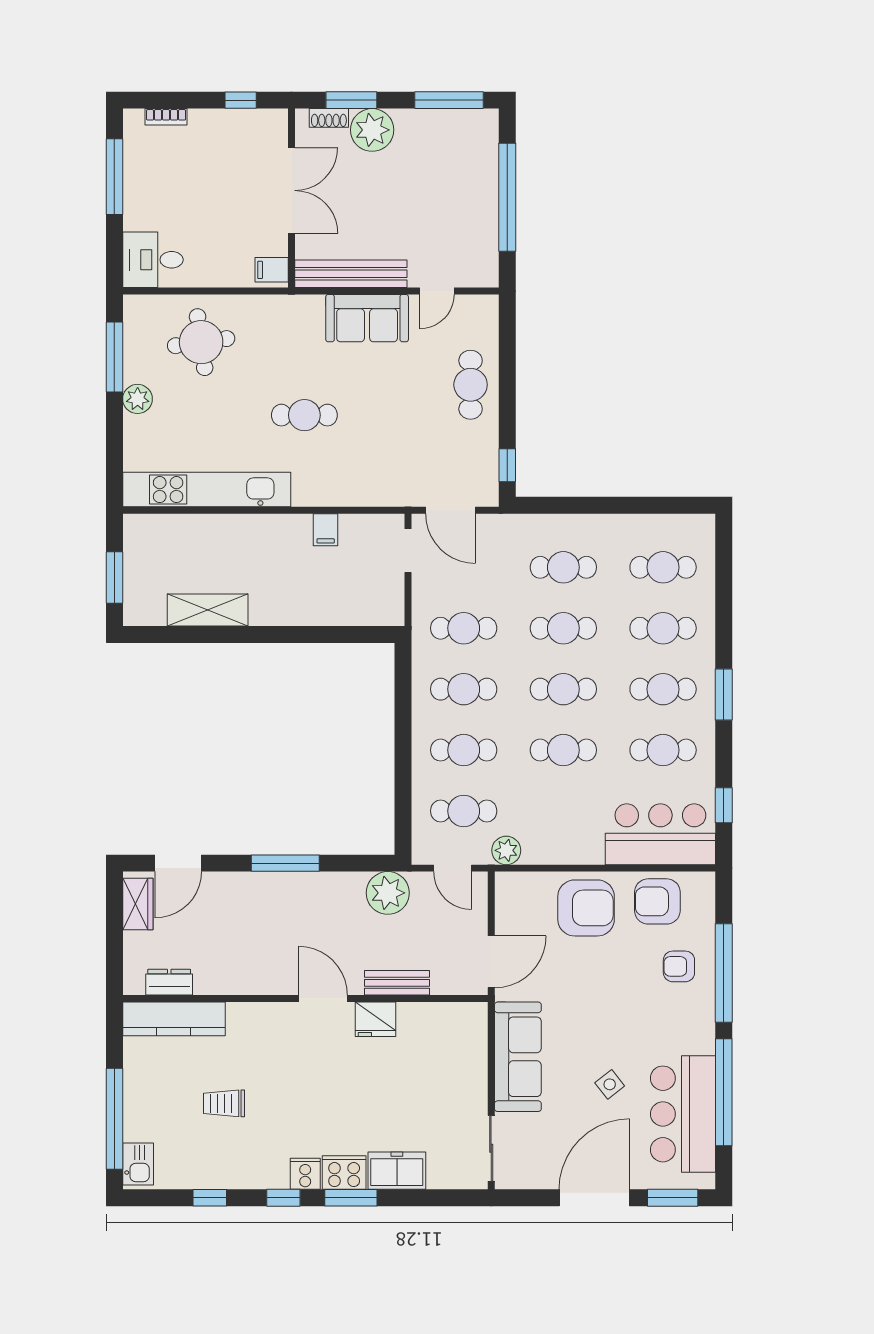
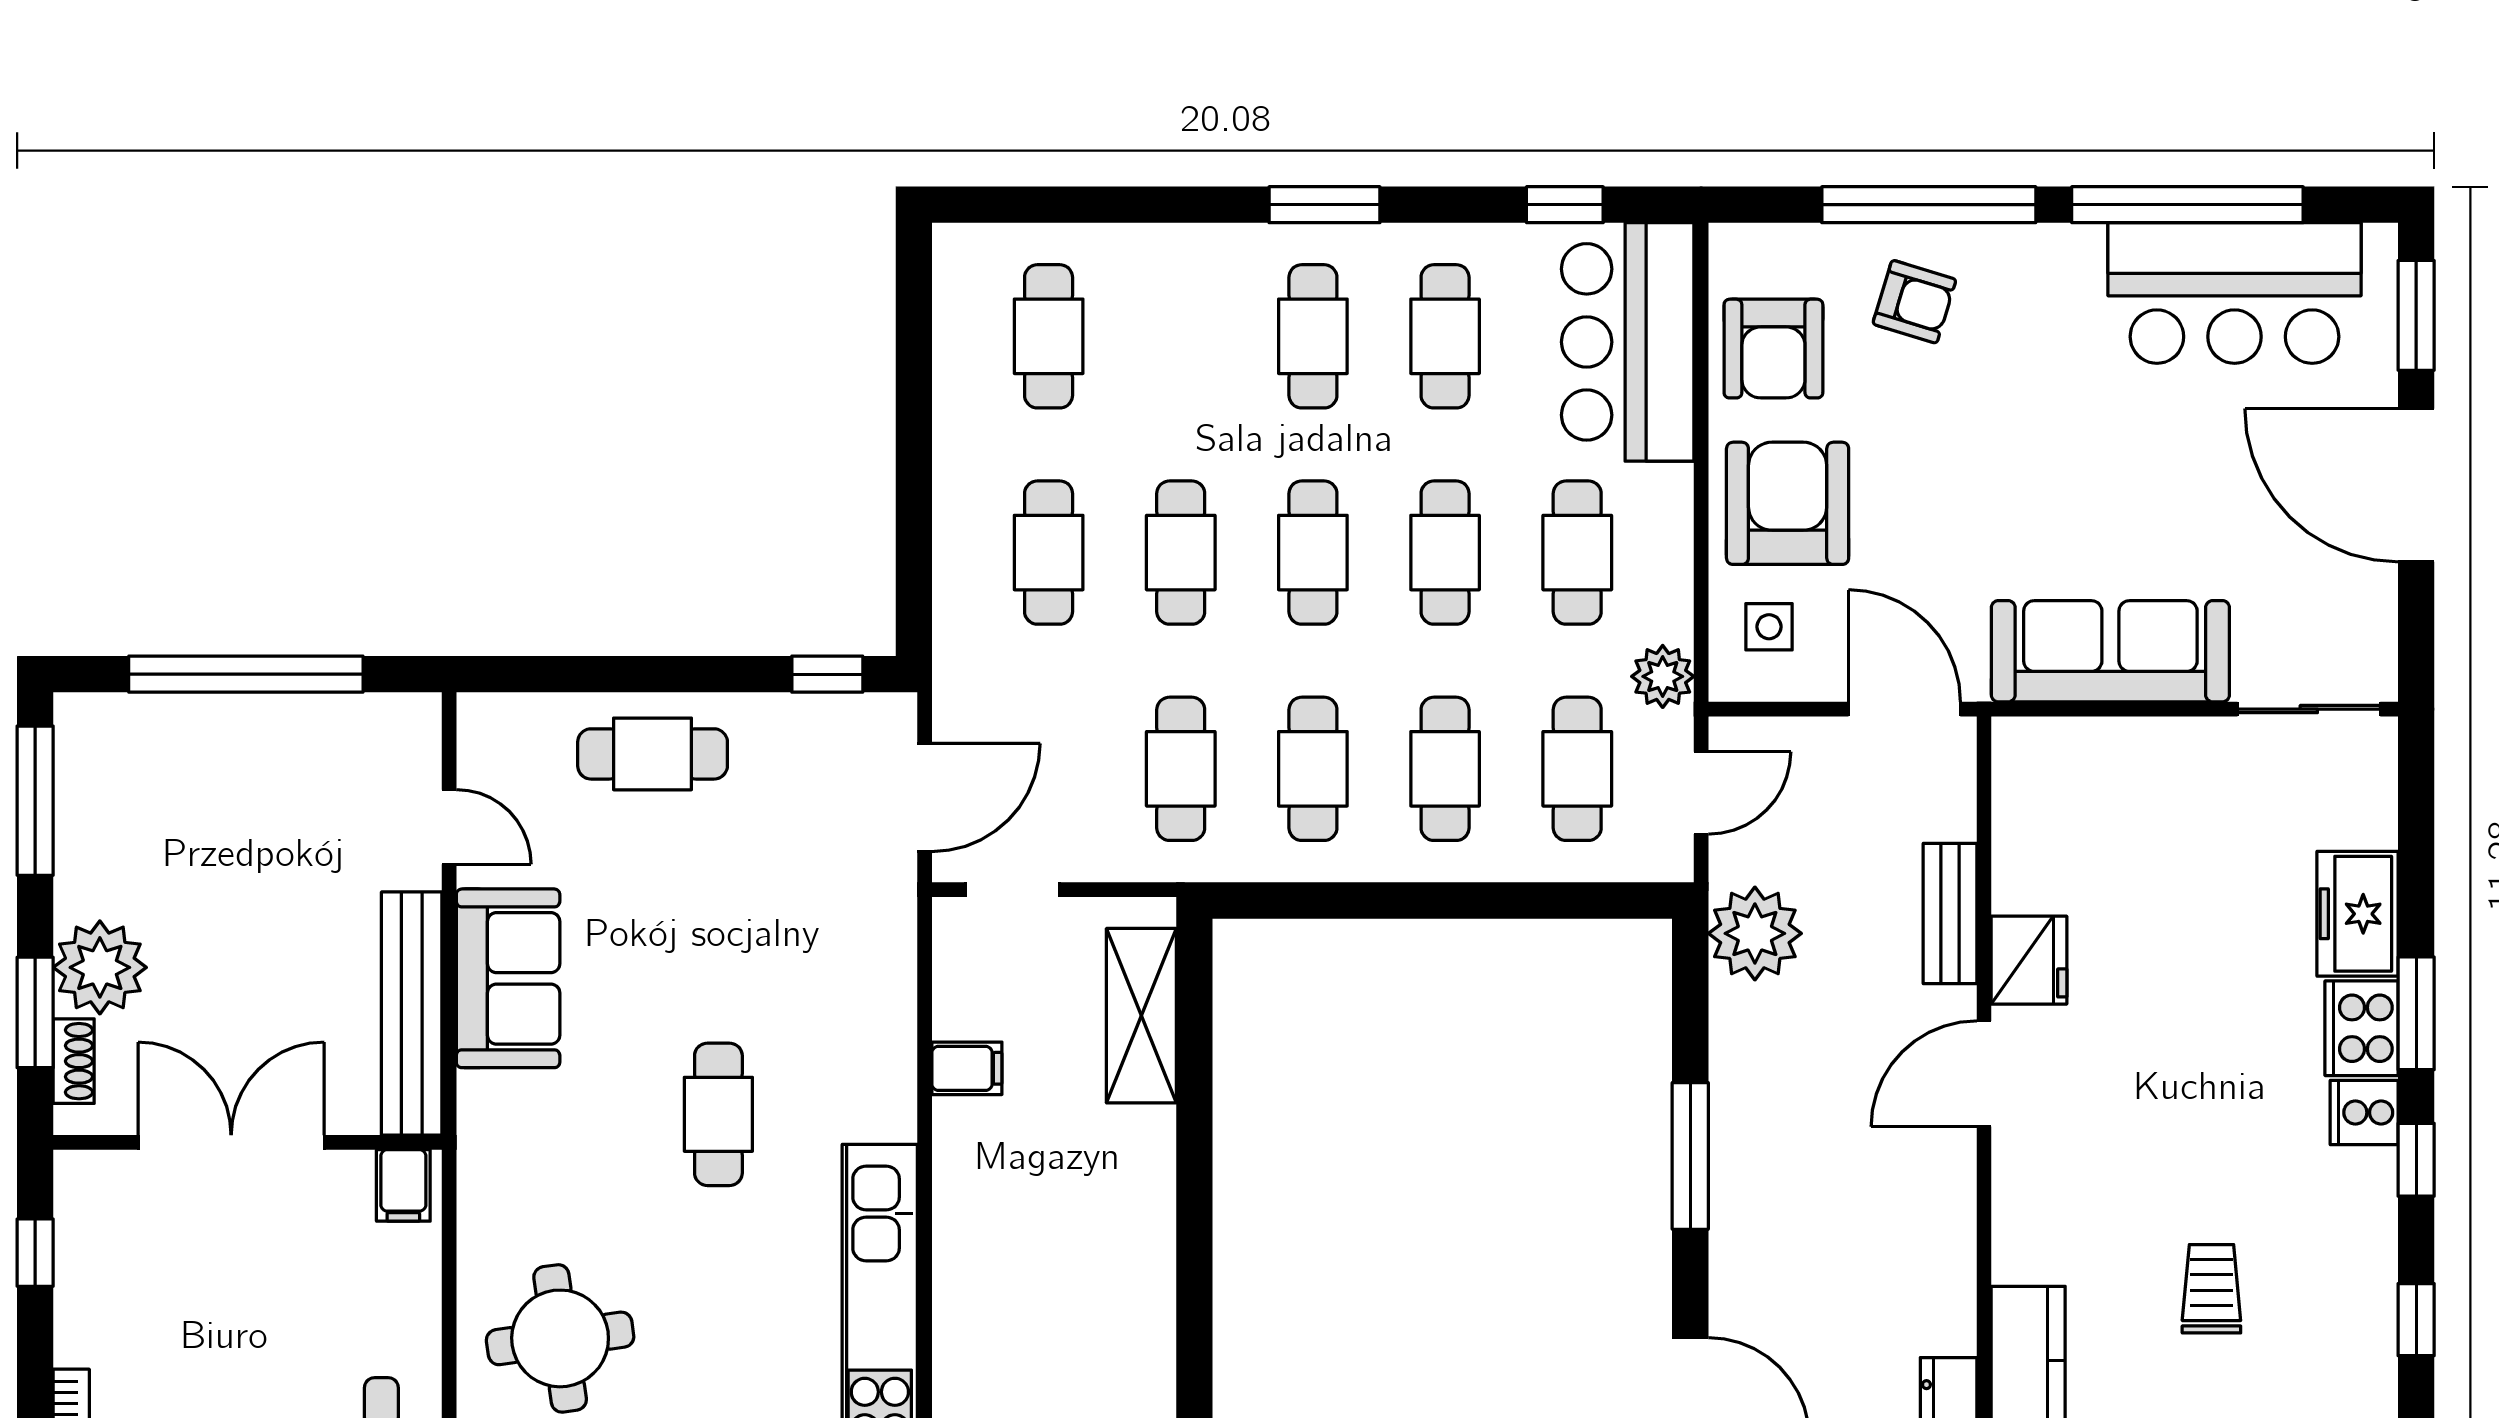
shelving: (208, 610) -> (1141, 1016), moved
cafe table: (663, 628) -> (1577, 553), moved
armchair: (679, 966) -> (1914, 302), turned -73
side table: (610, 1084) -> (1769, 627), moved, turned 38
trolley: (224, 1103) -> (2211, 1289), turned 180

